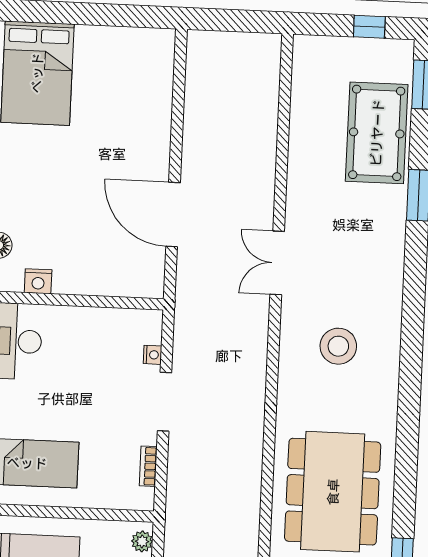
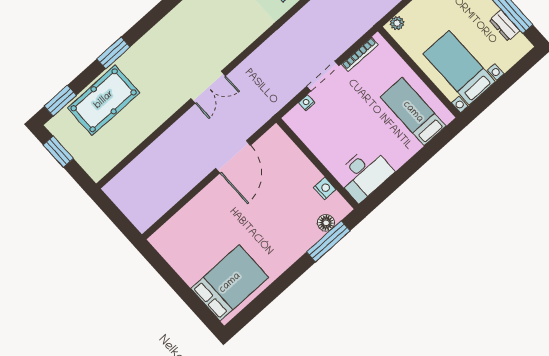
window: (369, 27) -> (58, 152), width x1.50
stool: (338, 346) -> (219, 21), removed
bookcase: (148, 466) -> (360, 54), width x1.56

